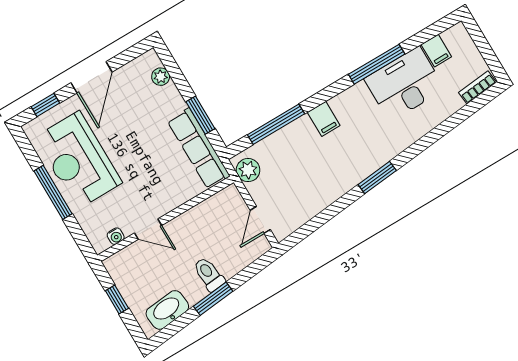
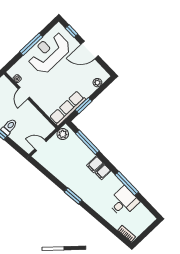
filing cabinet: (436, 51) -> (103, 172), moved
desk: (405, 84) -> (123, 202), width x0.73

